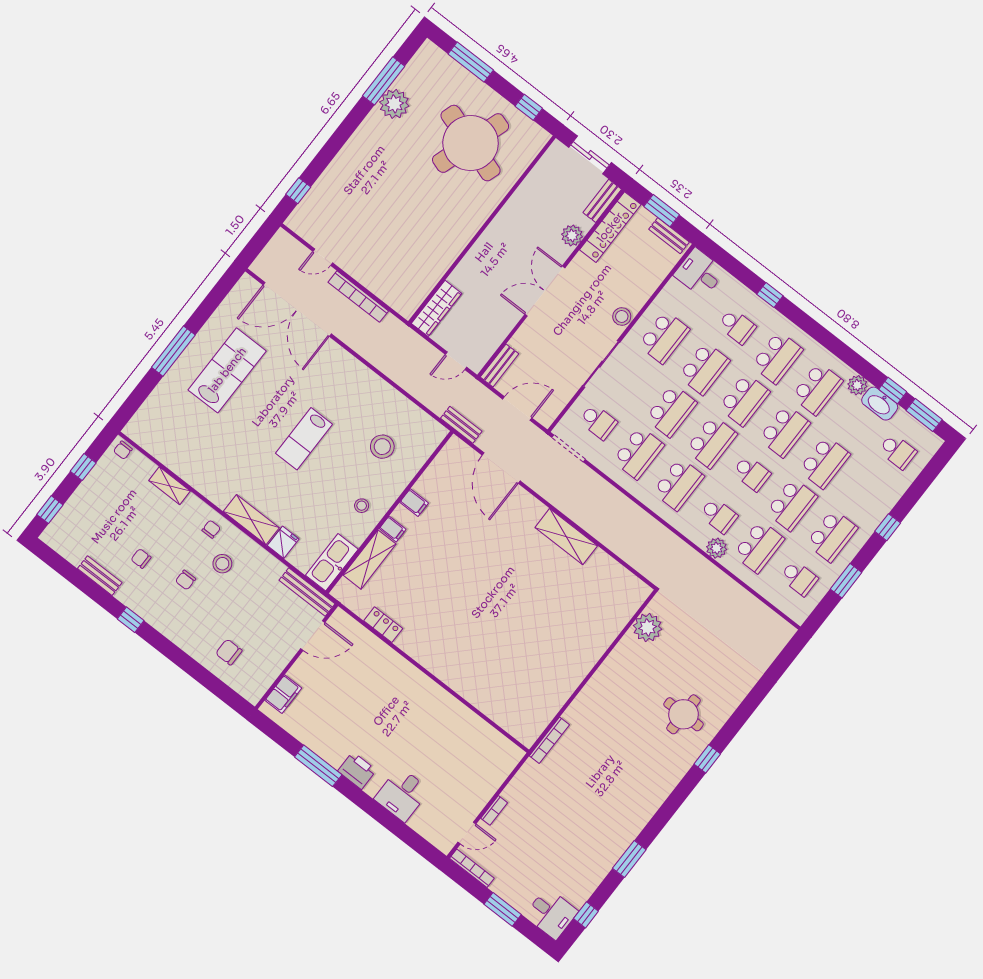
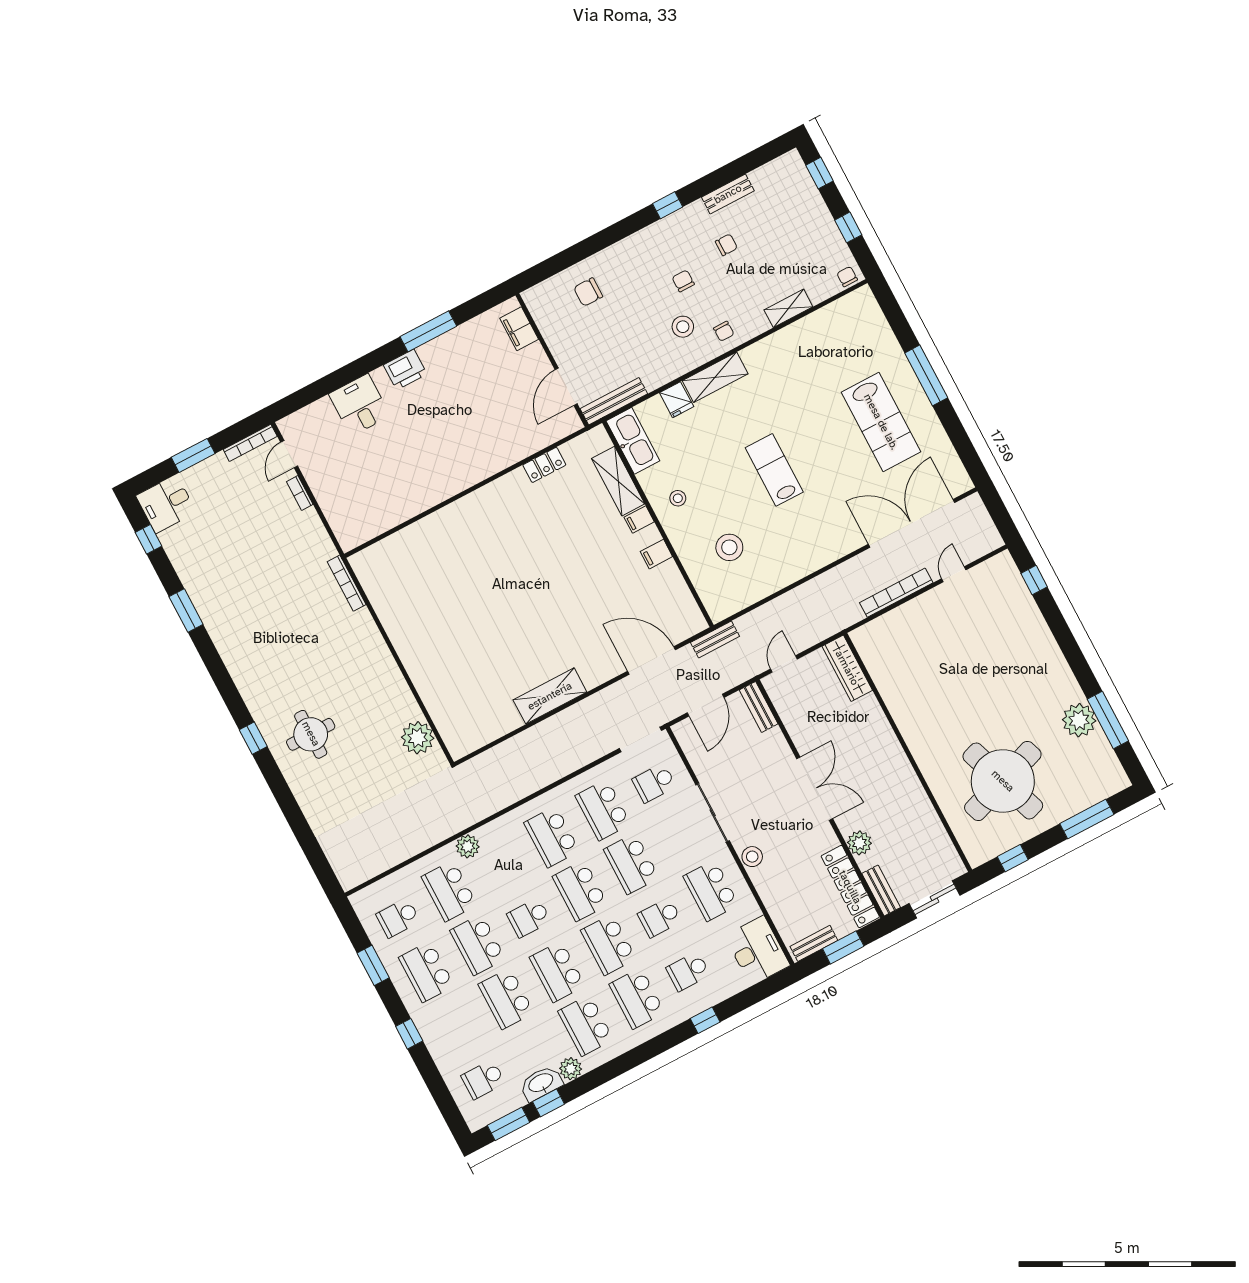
round table: (471, 143) -> (1003, 781), turned -37
desk: (699, 273) -> (757, 951), width x1.37
school desk: (704, 369) -> (660, 918), width x0.54
school desk: (719, 515) -> (501, 864), removed
chair: (229, 652) -> (588, 292), turned 180

